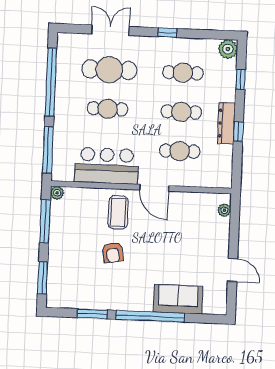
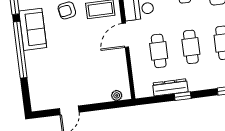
dresser: (226, 123) -> (170, 87), moved
sofa: (178, 299) -> (33, 29), moved

